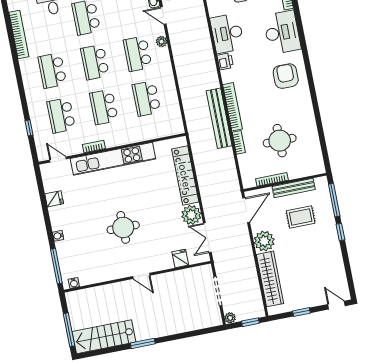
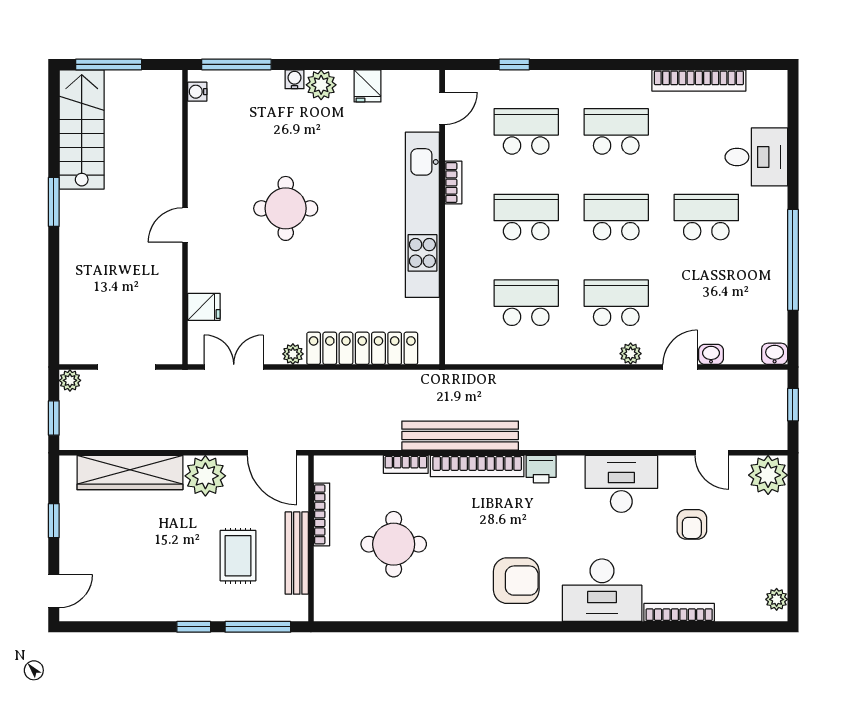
printer: (225, 61) -> (541, 469), moved
plant: (191, 215) -> (293, 354), width x0.53, depth x0.53
plant: (58, 222) -> (321, 85), added

